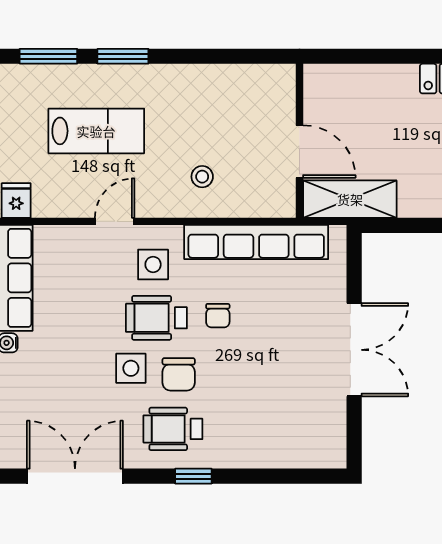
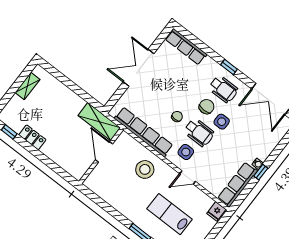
stool: (202, 177) -> (145, 169), width x1.89, depth x1.89
row of seats: (298, 453) -> (186, 47), added

